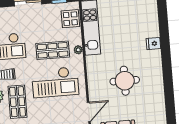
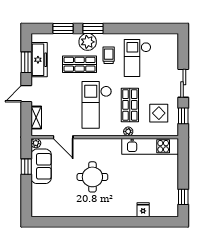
display table: (70, 19) -> (159, 113), moved
fridge: (153, 44) -> (143, 210), moved

